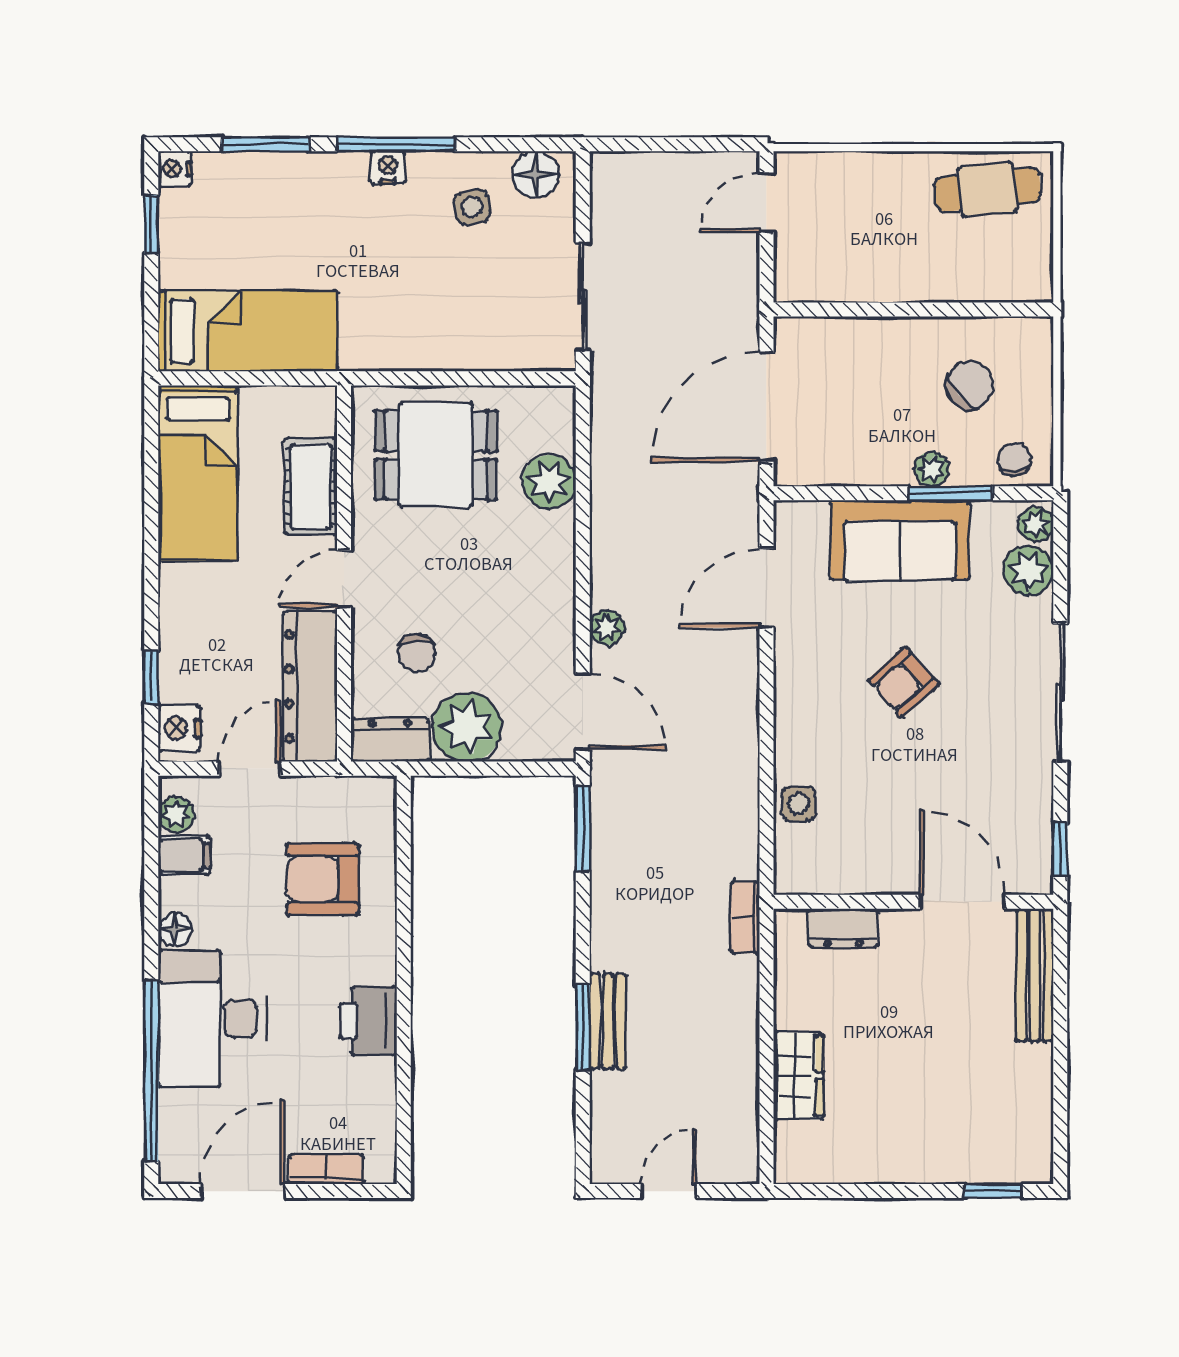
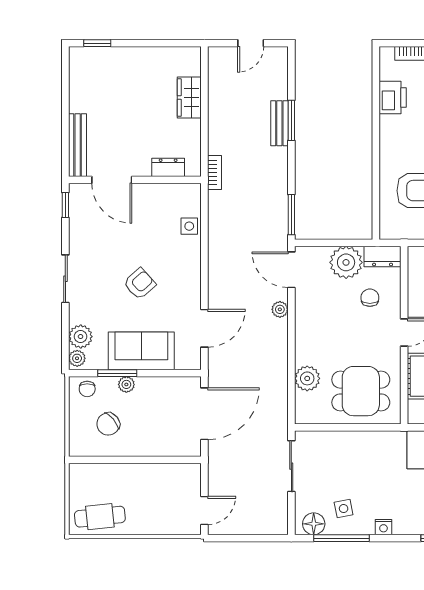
window: (396, 144) -> (341, 538), moved
sliding door: (1060, 693) -> (65, 279), width x0.73
printer: (368, 1021) -> (393, 97), moved

